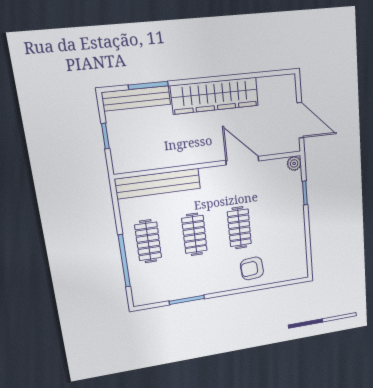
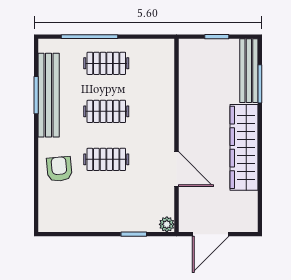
door: (242, 161) -> (176, 169), hinge flipped
bench: (158, 184) -> (49, 95), moved

